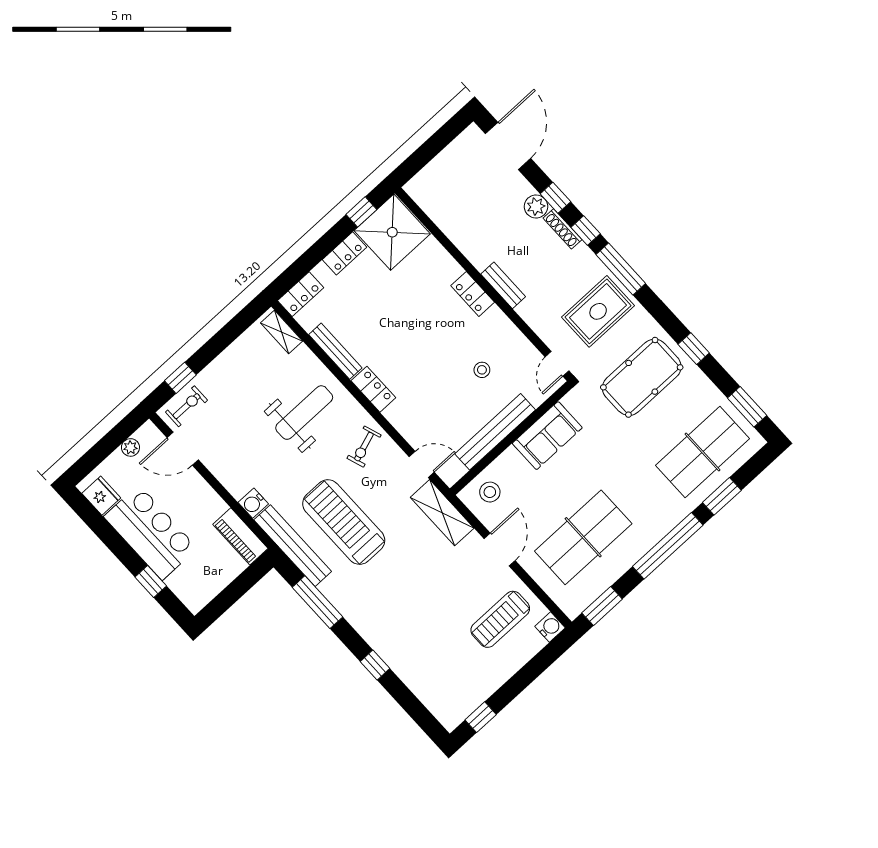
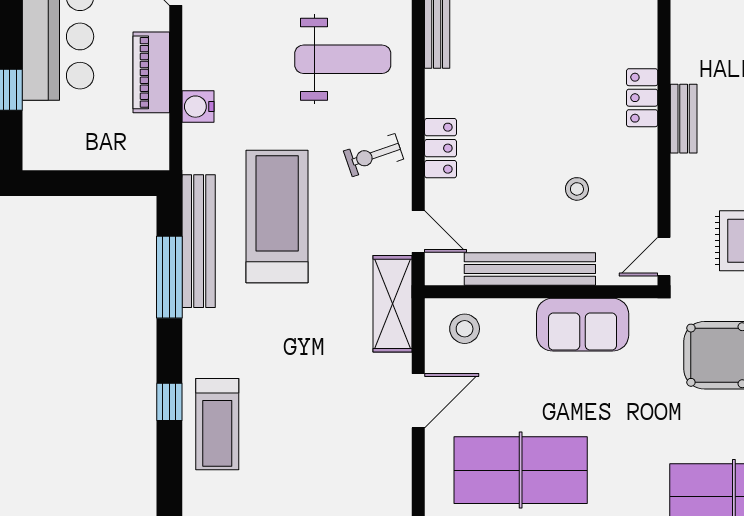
locker: (373, 389) -> (441, 148), moved
piano: (240, 536) -> (151, 72), moved
bench: (293, 546) -> (199, 241), moved
treadmill: (500, 619) -> (217, 424), moved, turned -90

